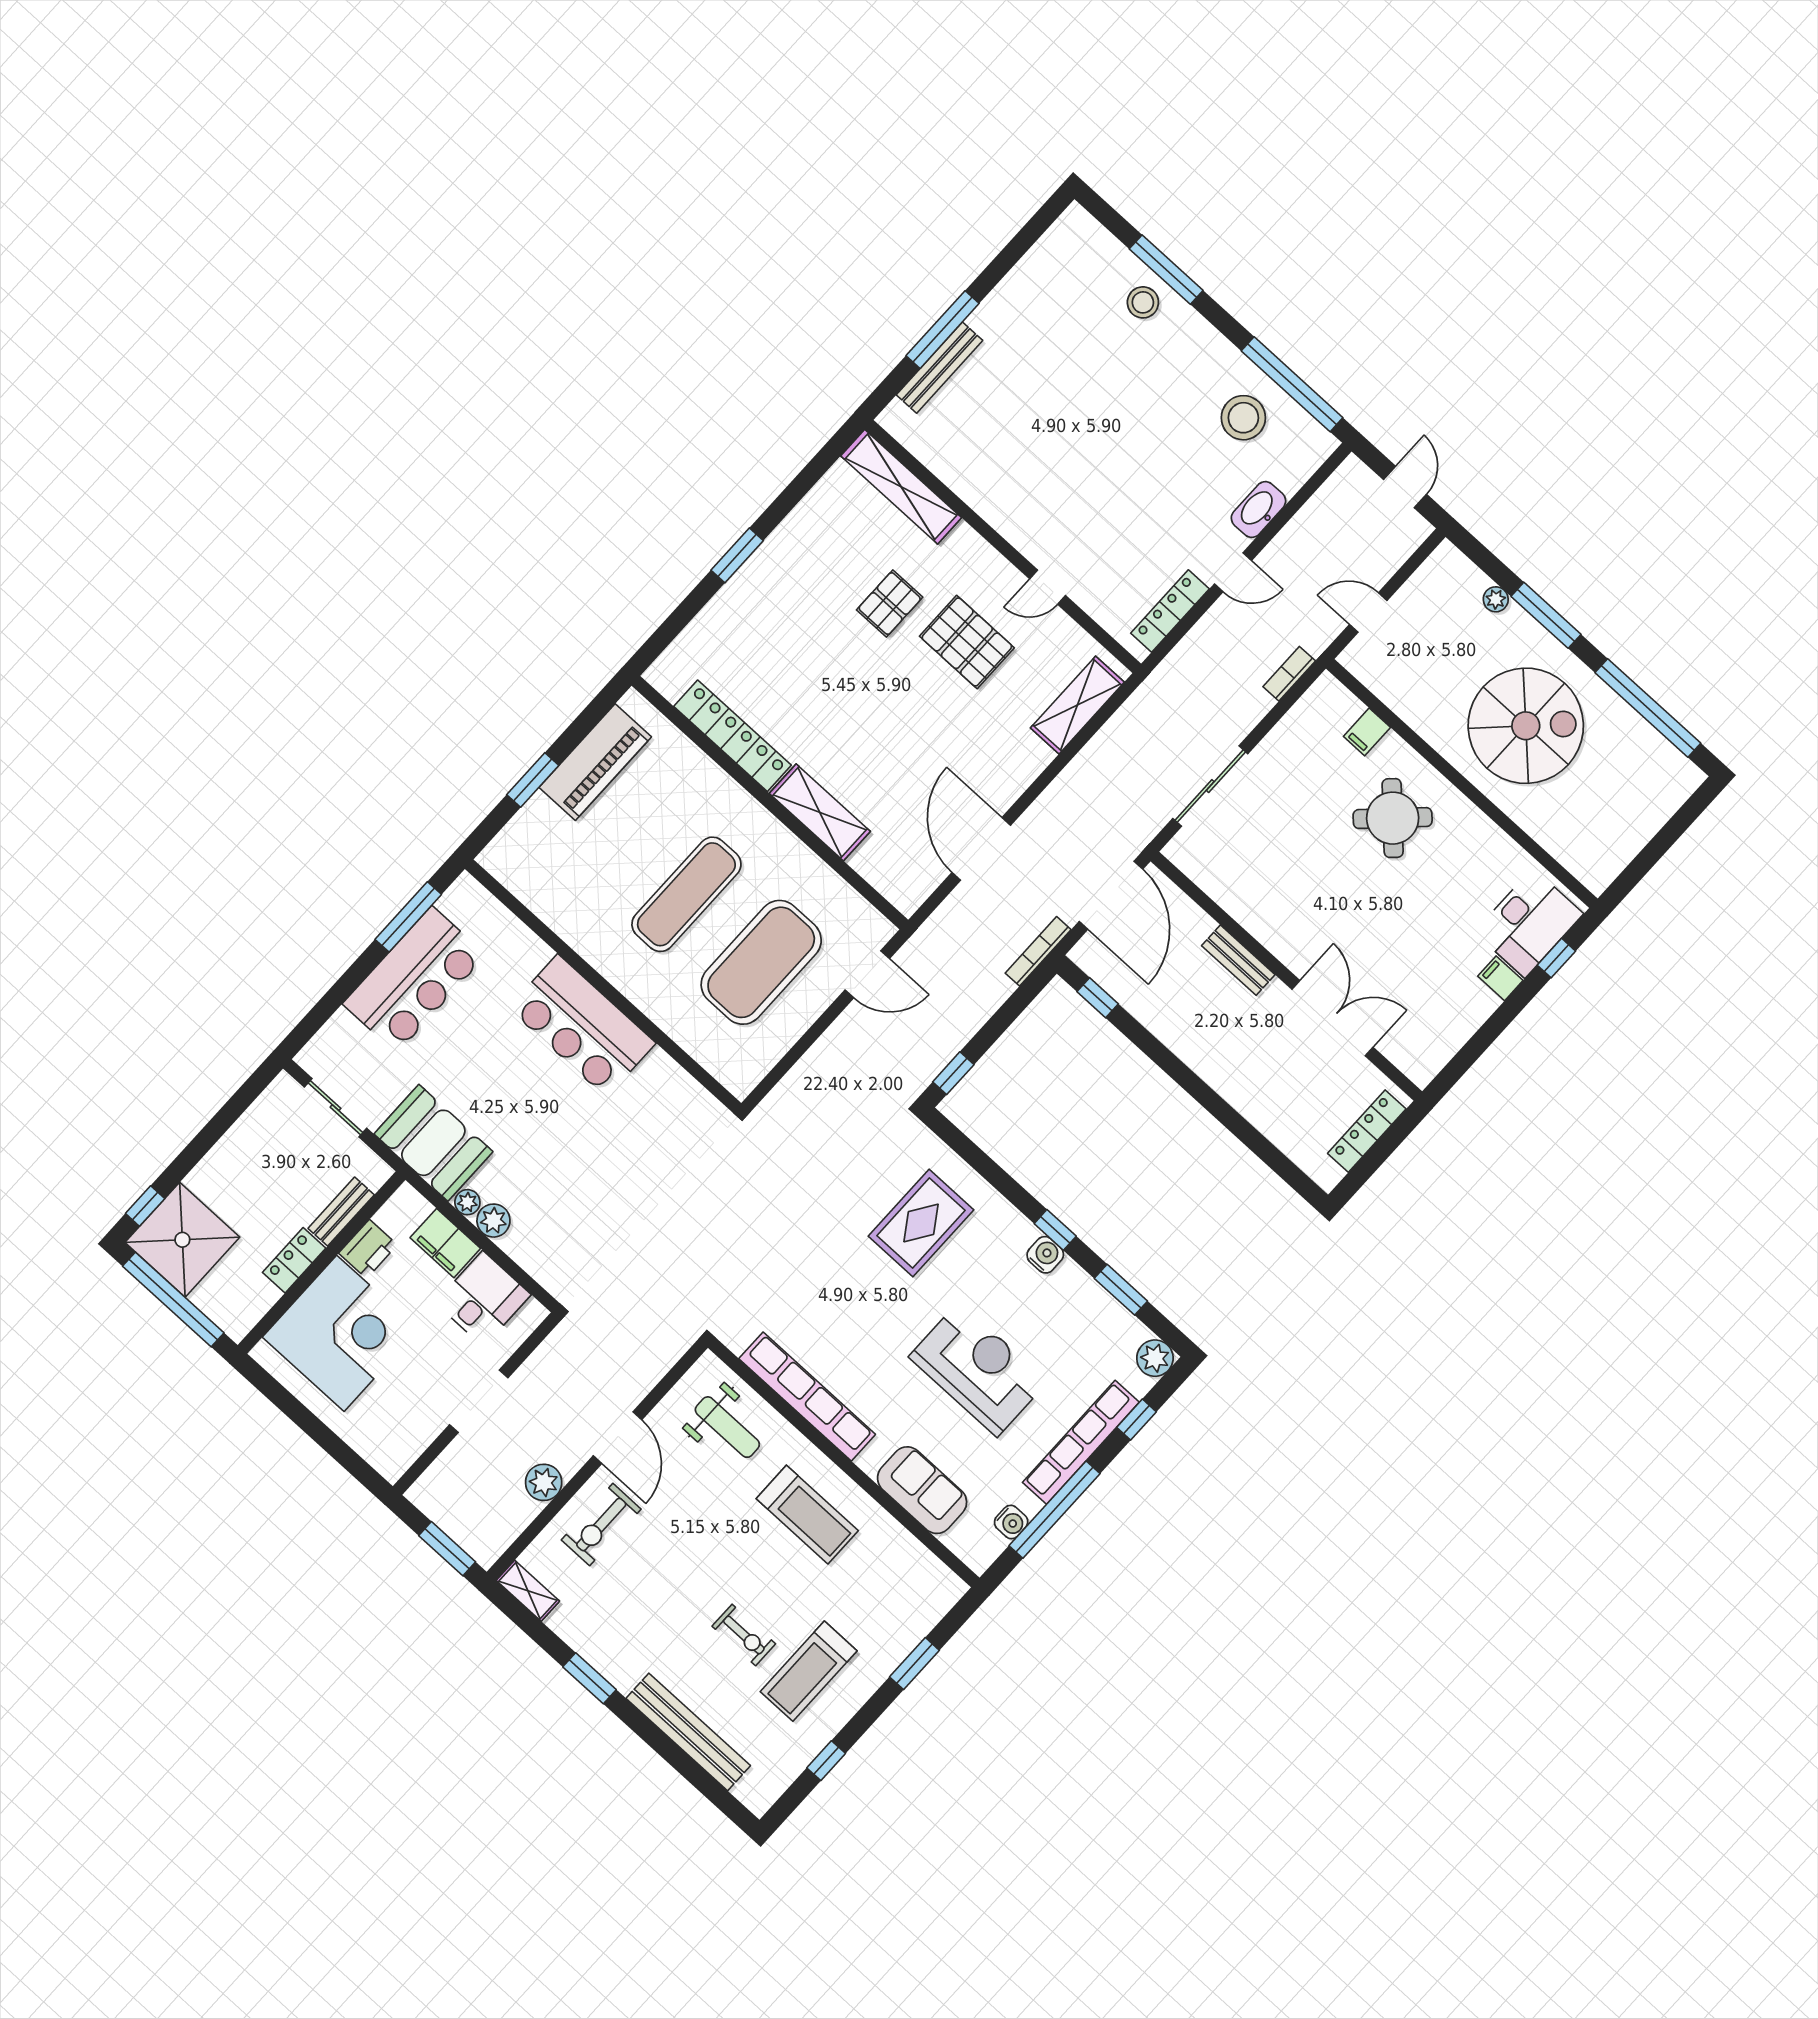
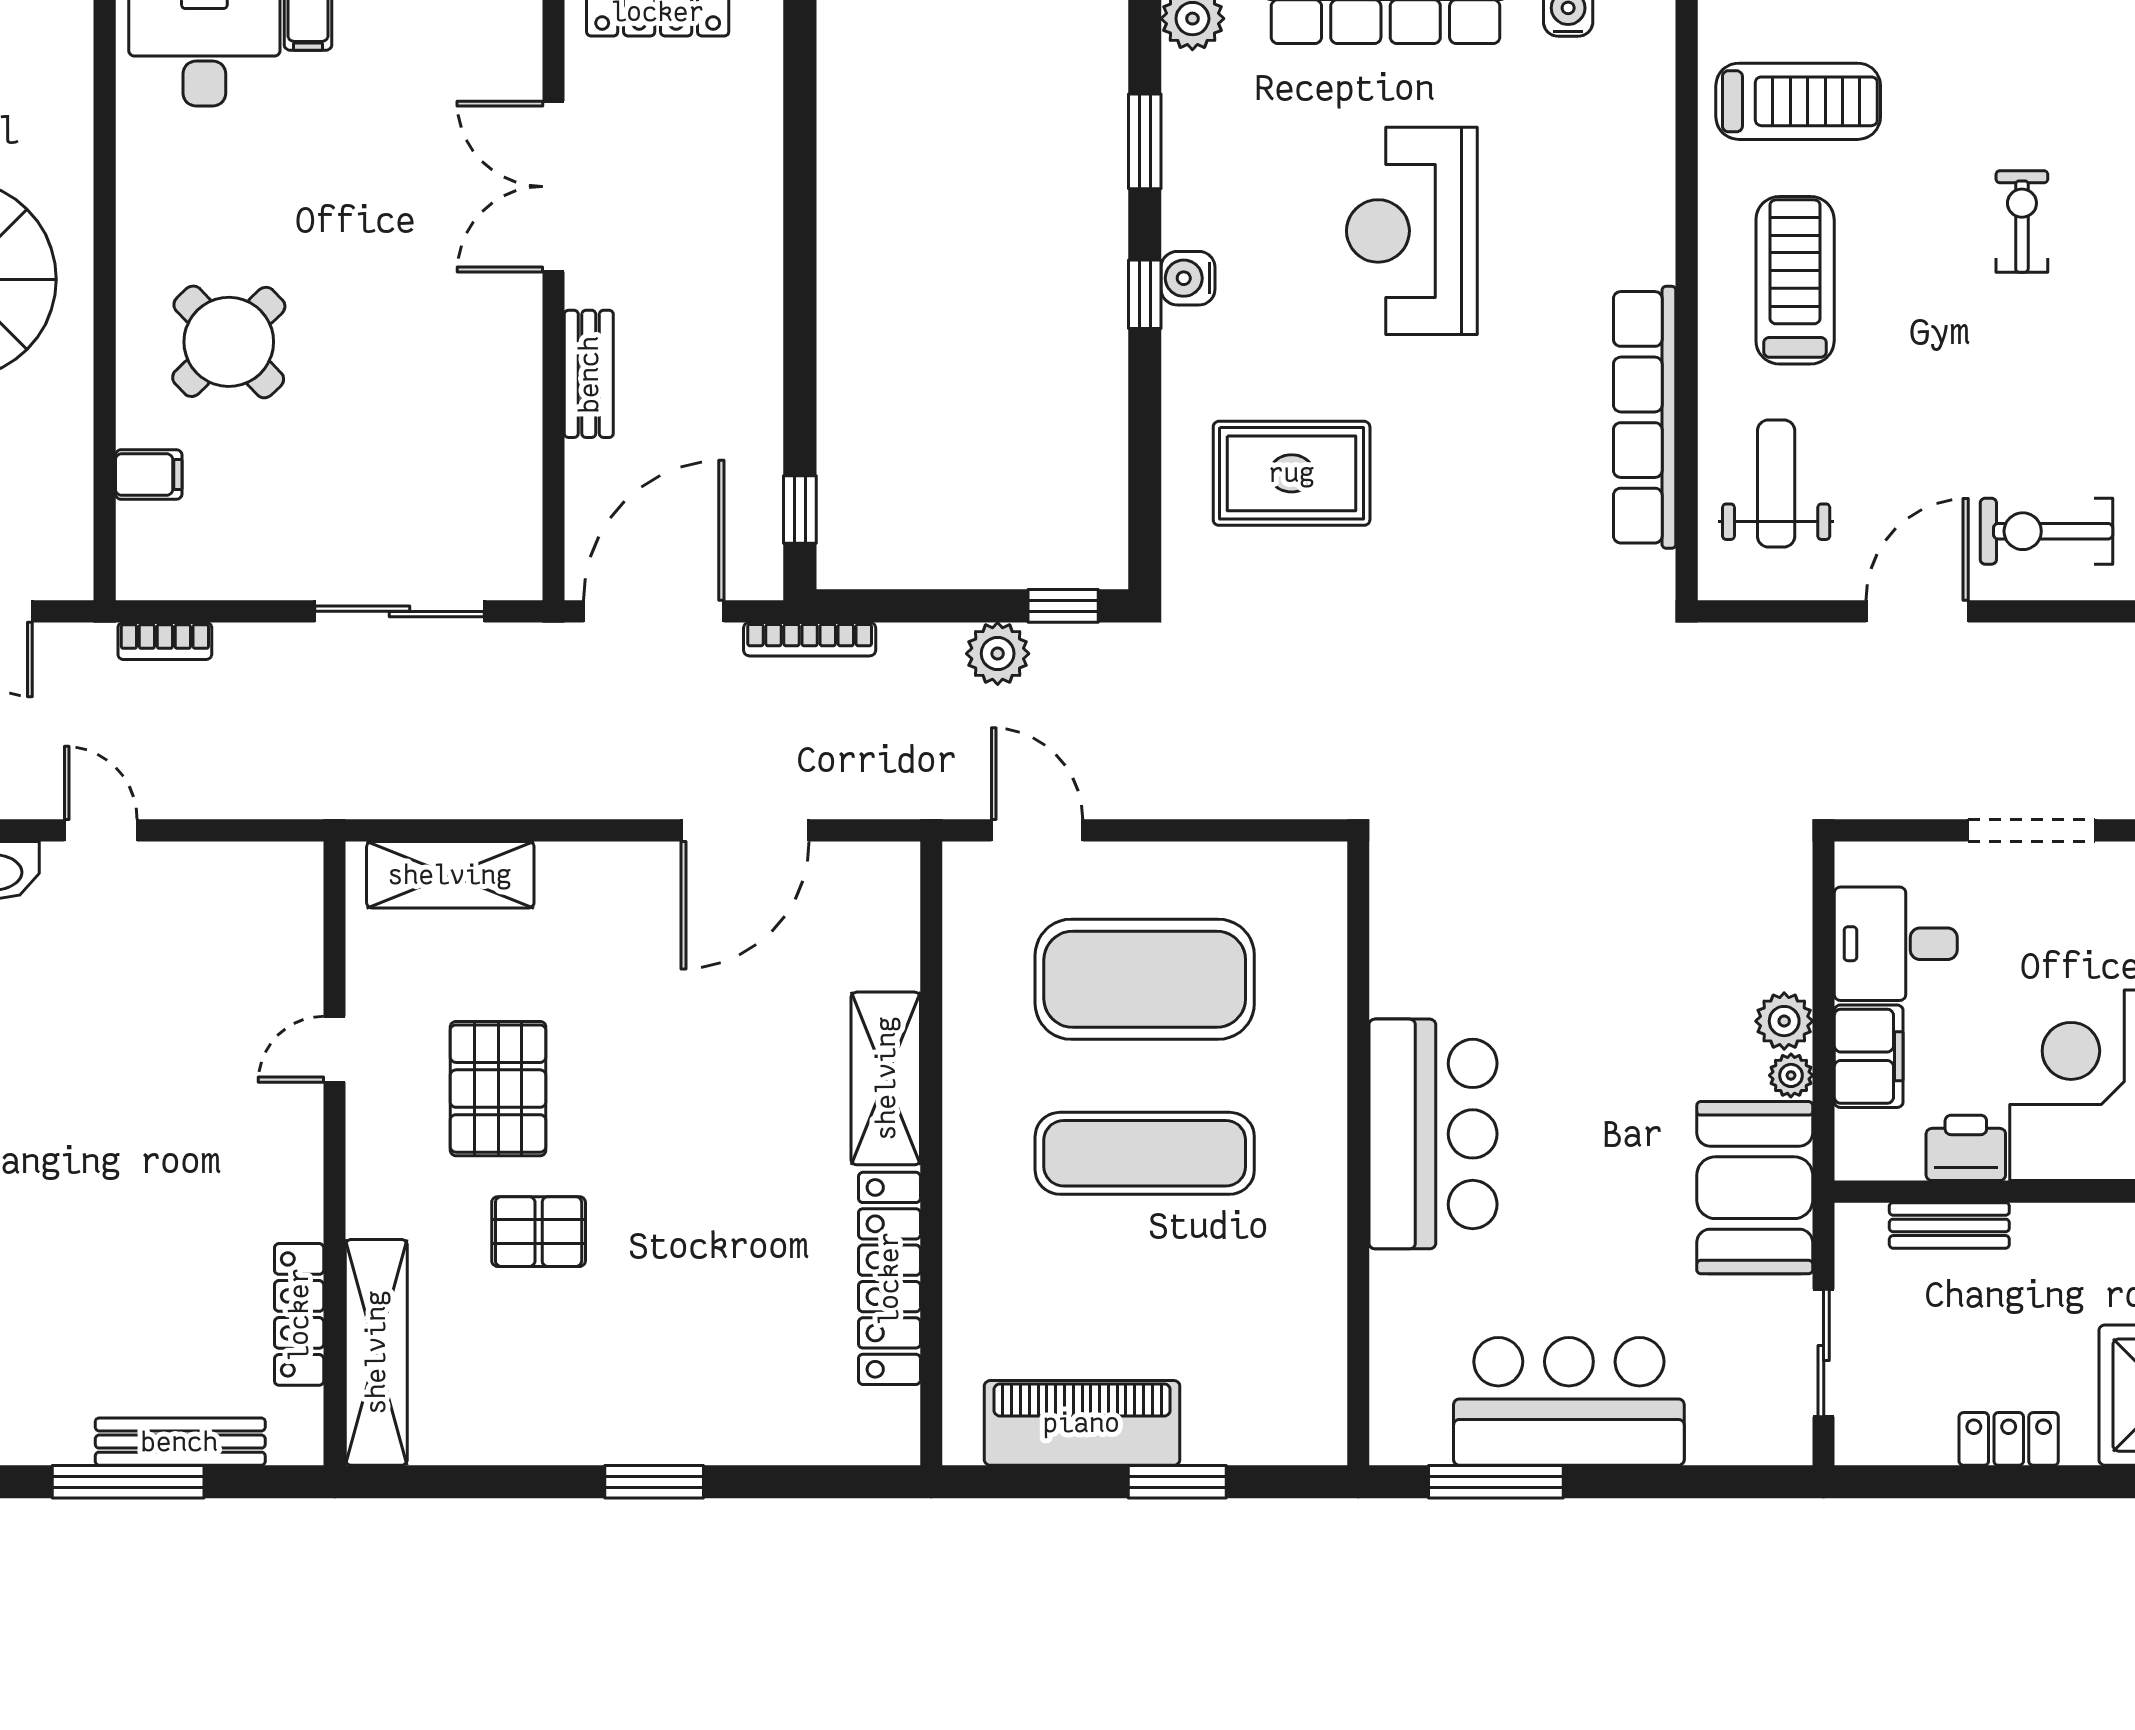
door: (1048, 587) -> (335, 1049), swing flipped
locker: (1170, 611) -> (299, 1314), moved, turned 90
locker: (294, 1260) -> (2009, 1439), moved, turned 180
plant: (544, 1482) -> (998, 654), moved
sofa: (922, 1490) -> (1631, 162), removed
exercise bike: (601, 1524) -> (2046, 531), turned 180
treadmill: (809, 1671) -> (1798, 101), moved

